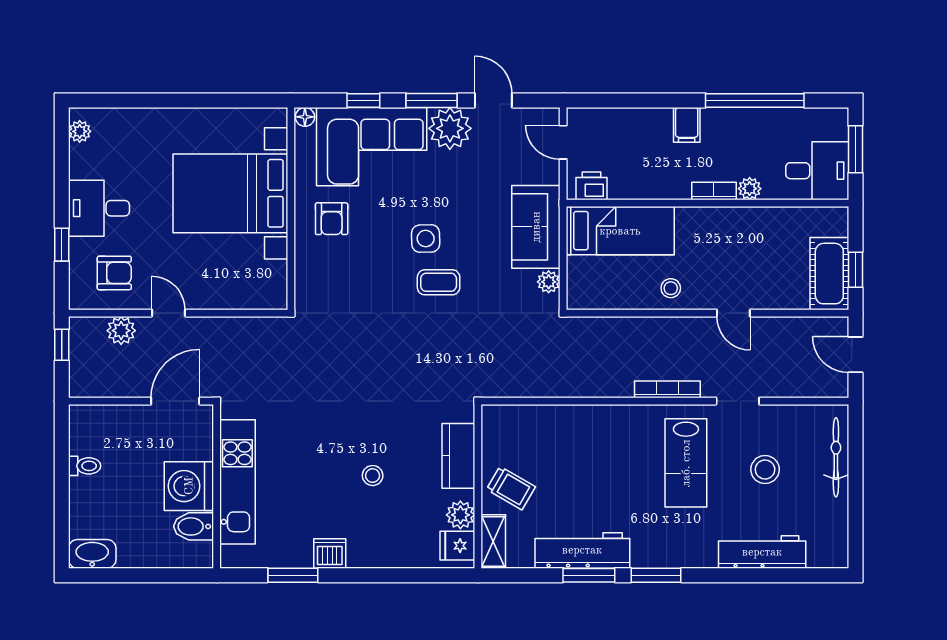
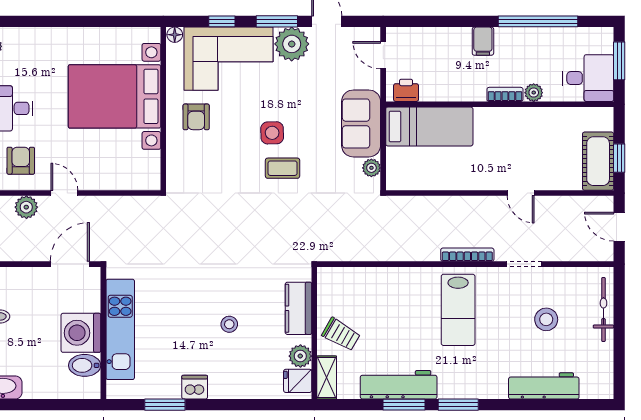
armchair: (114, 273) -> (21, 161), turned -90
stool: (671, 288) -> (470, 173), removed
lab bench: (686, 463) -> (458, 310), moved

